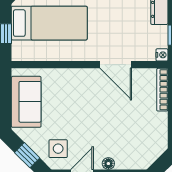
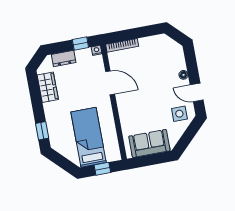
door: (116, 65) -> (110, 83), hinge flipped
window: (27, 155) -> (188, 136), removed

